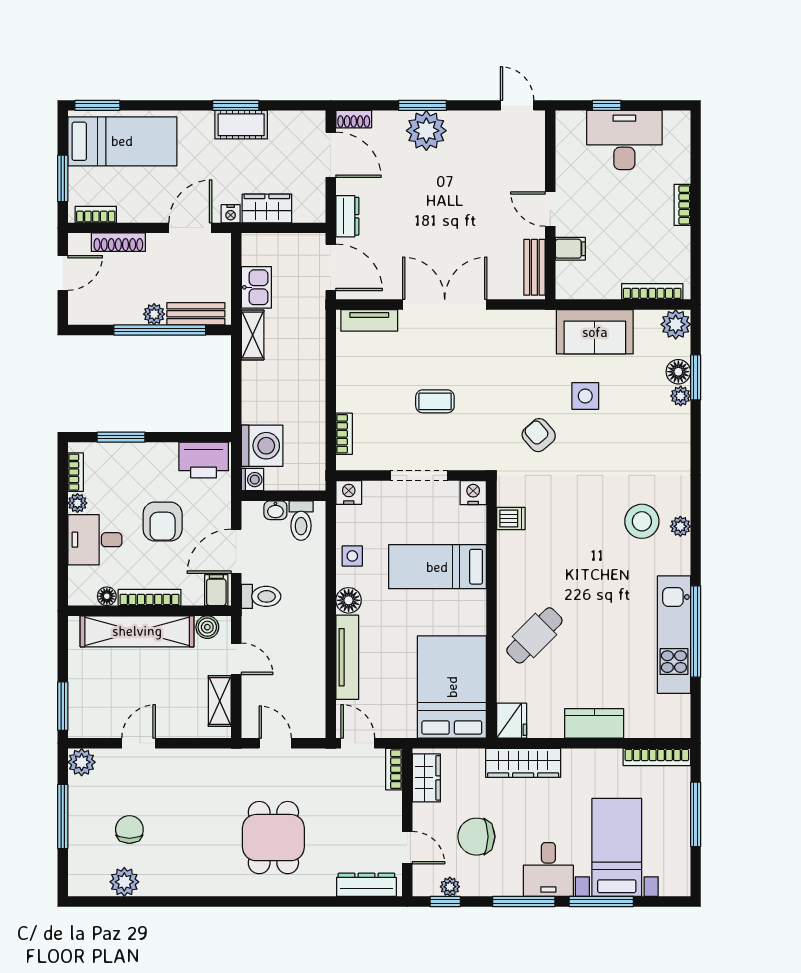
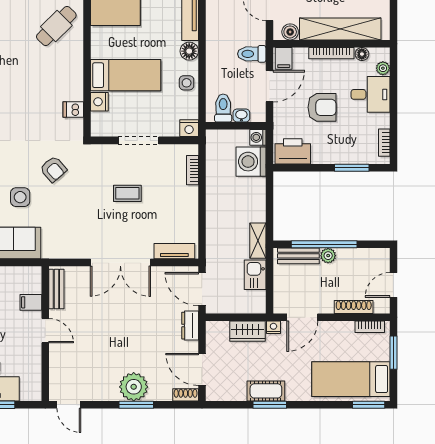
nightstand: (473, 493) -> (99, 102), moved, turned 90
plant: (77, 503) -> (383, 68), moved
armchair: (163, 522) -> (322, 107), turned 90

